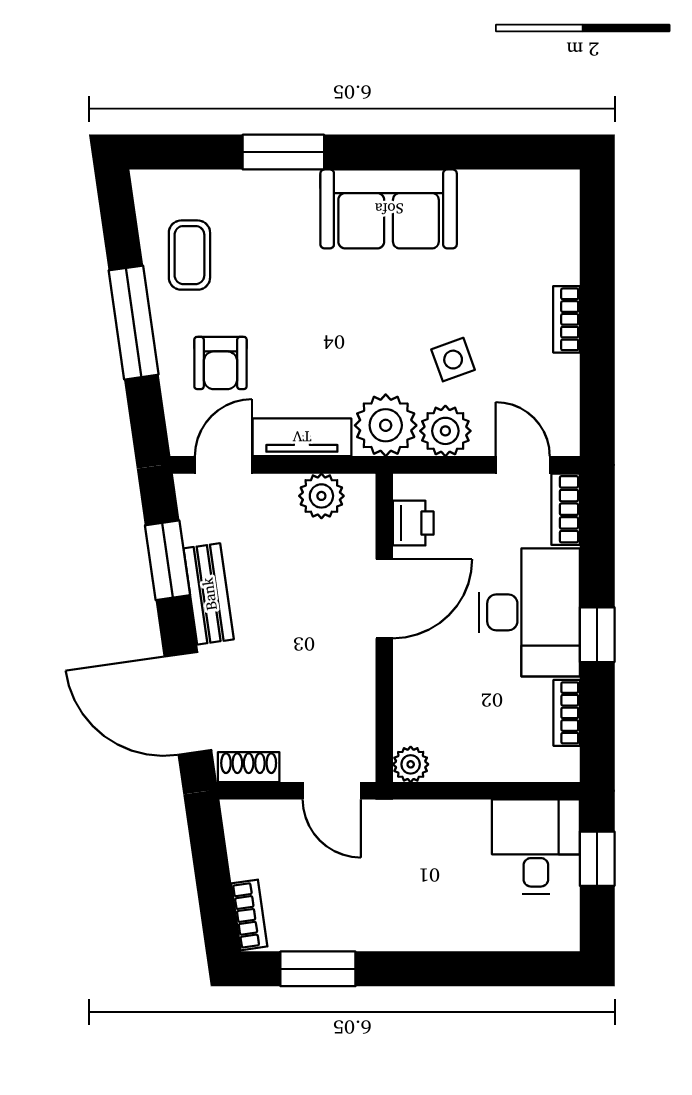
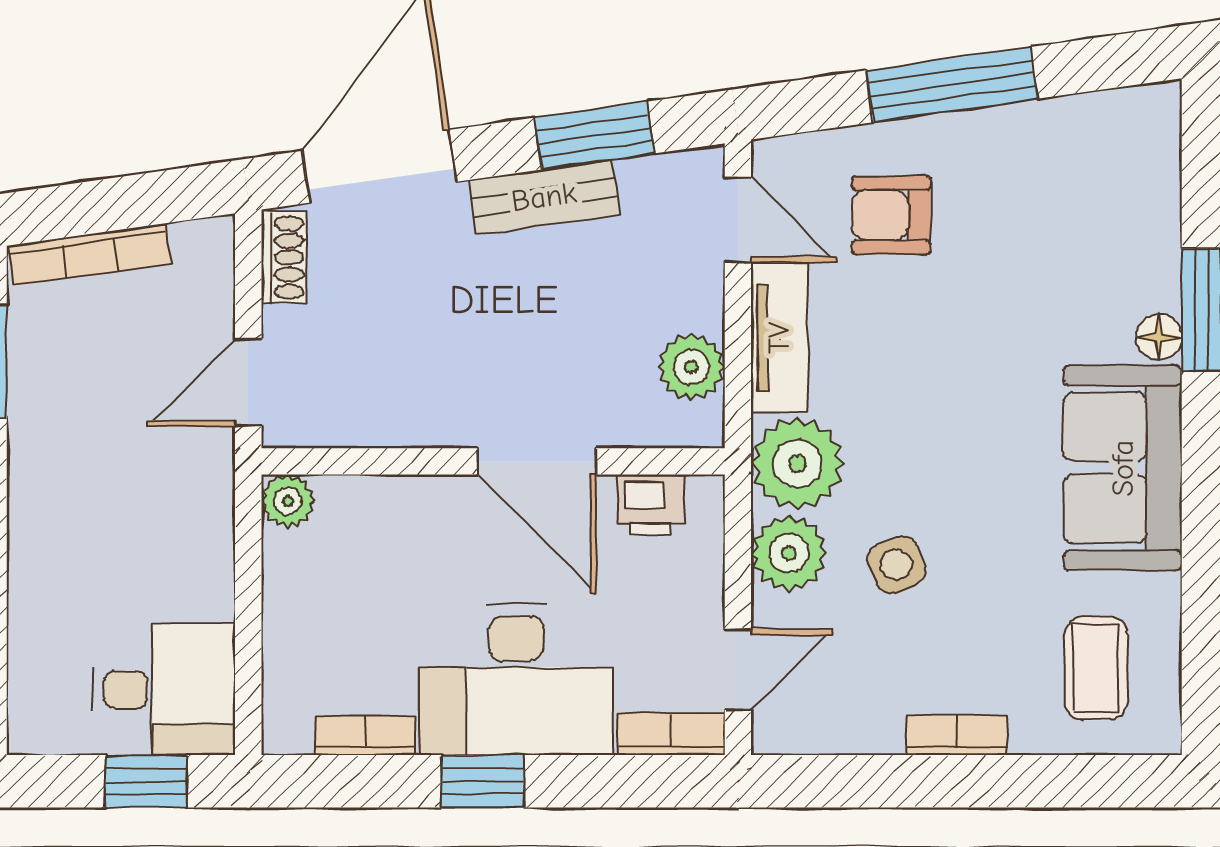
floor lamp: (301, 185) -> (1159, 337), added
coffee table: (189, 255) -> (1096, 668), moved, turned 90
bookcase: (249, 915) -> (90, 255), width x1.56

